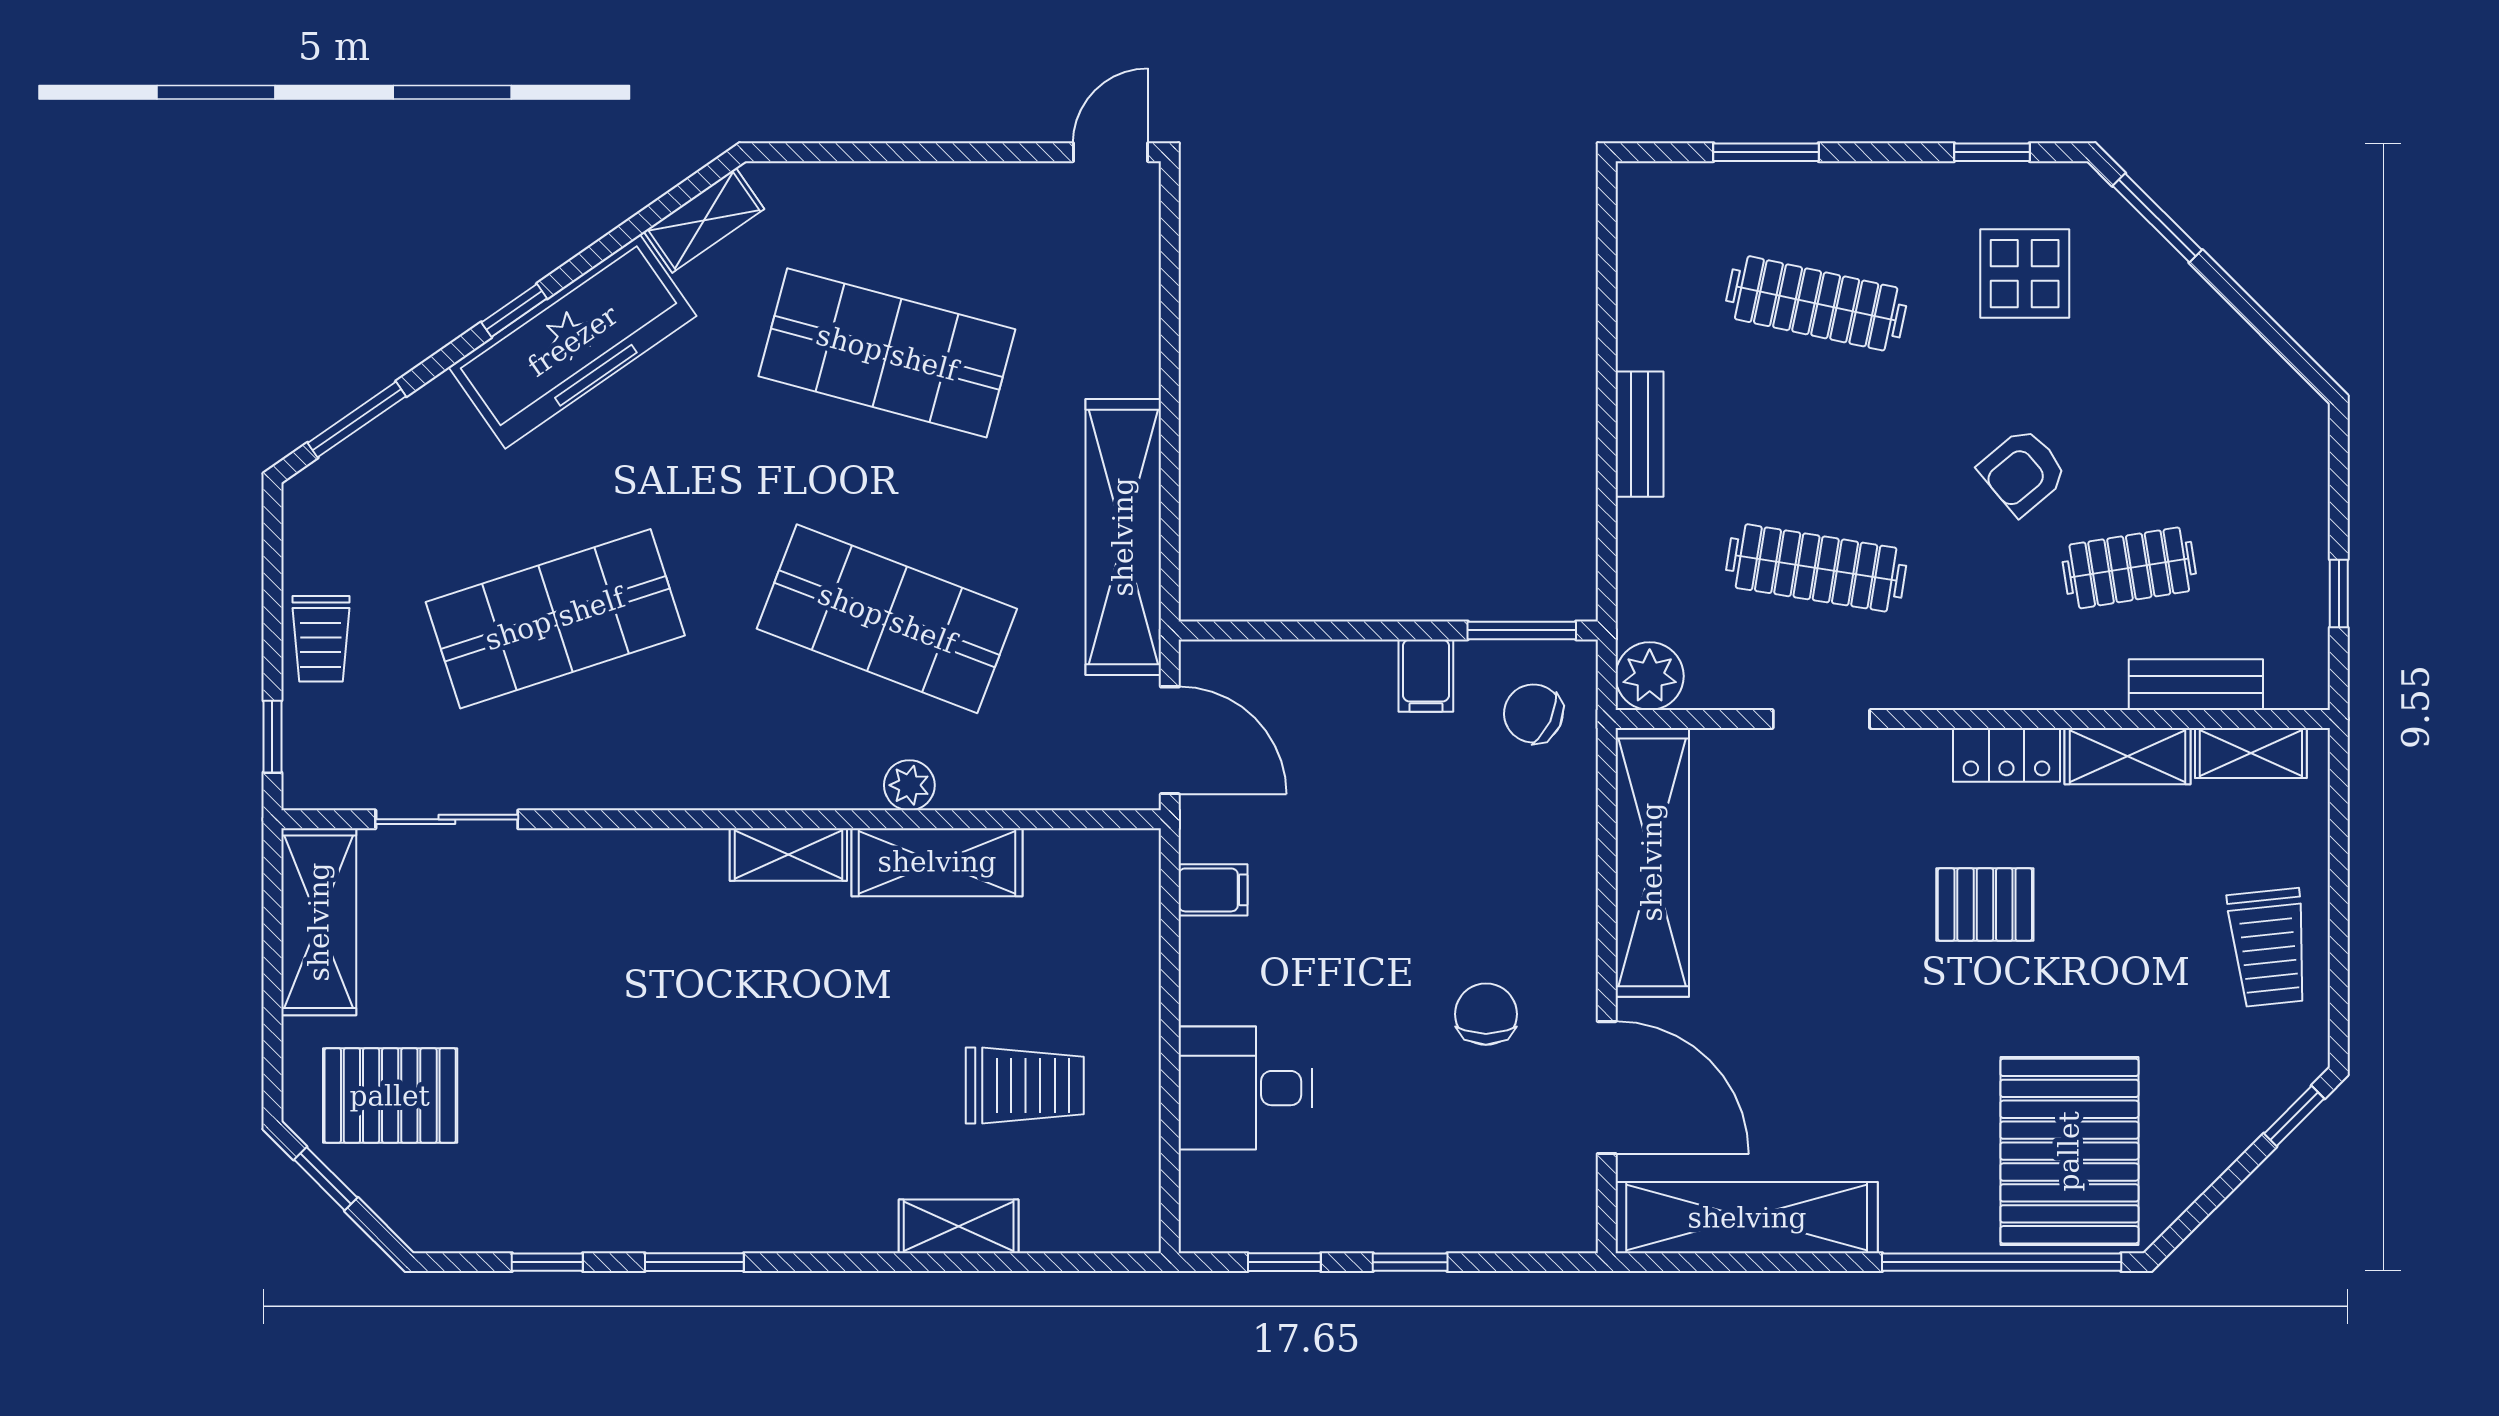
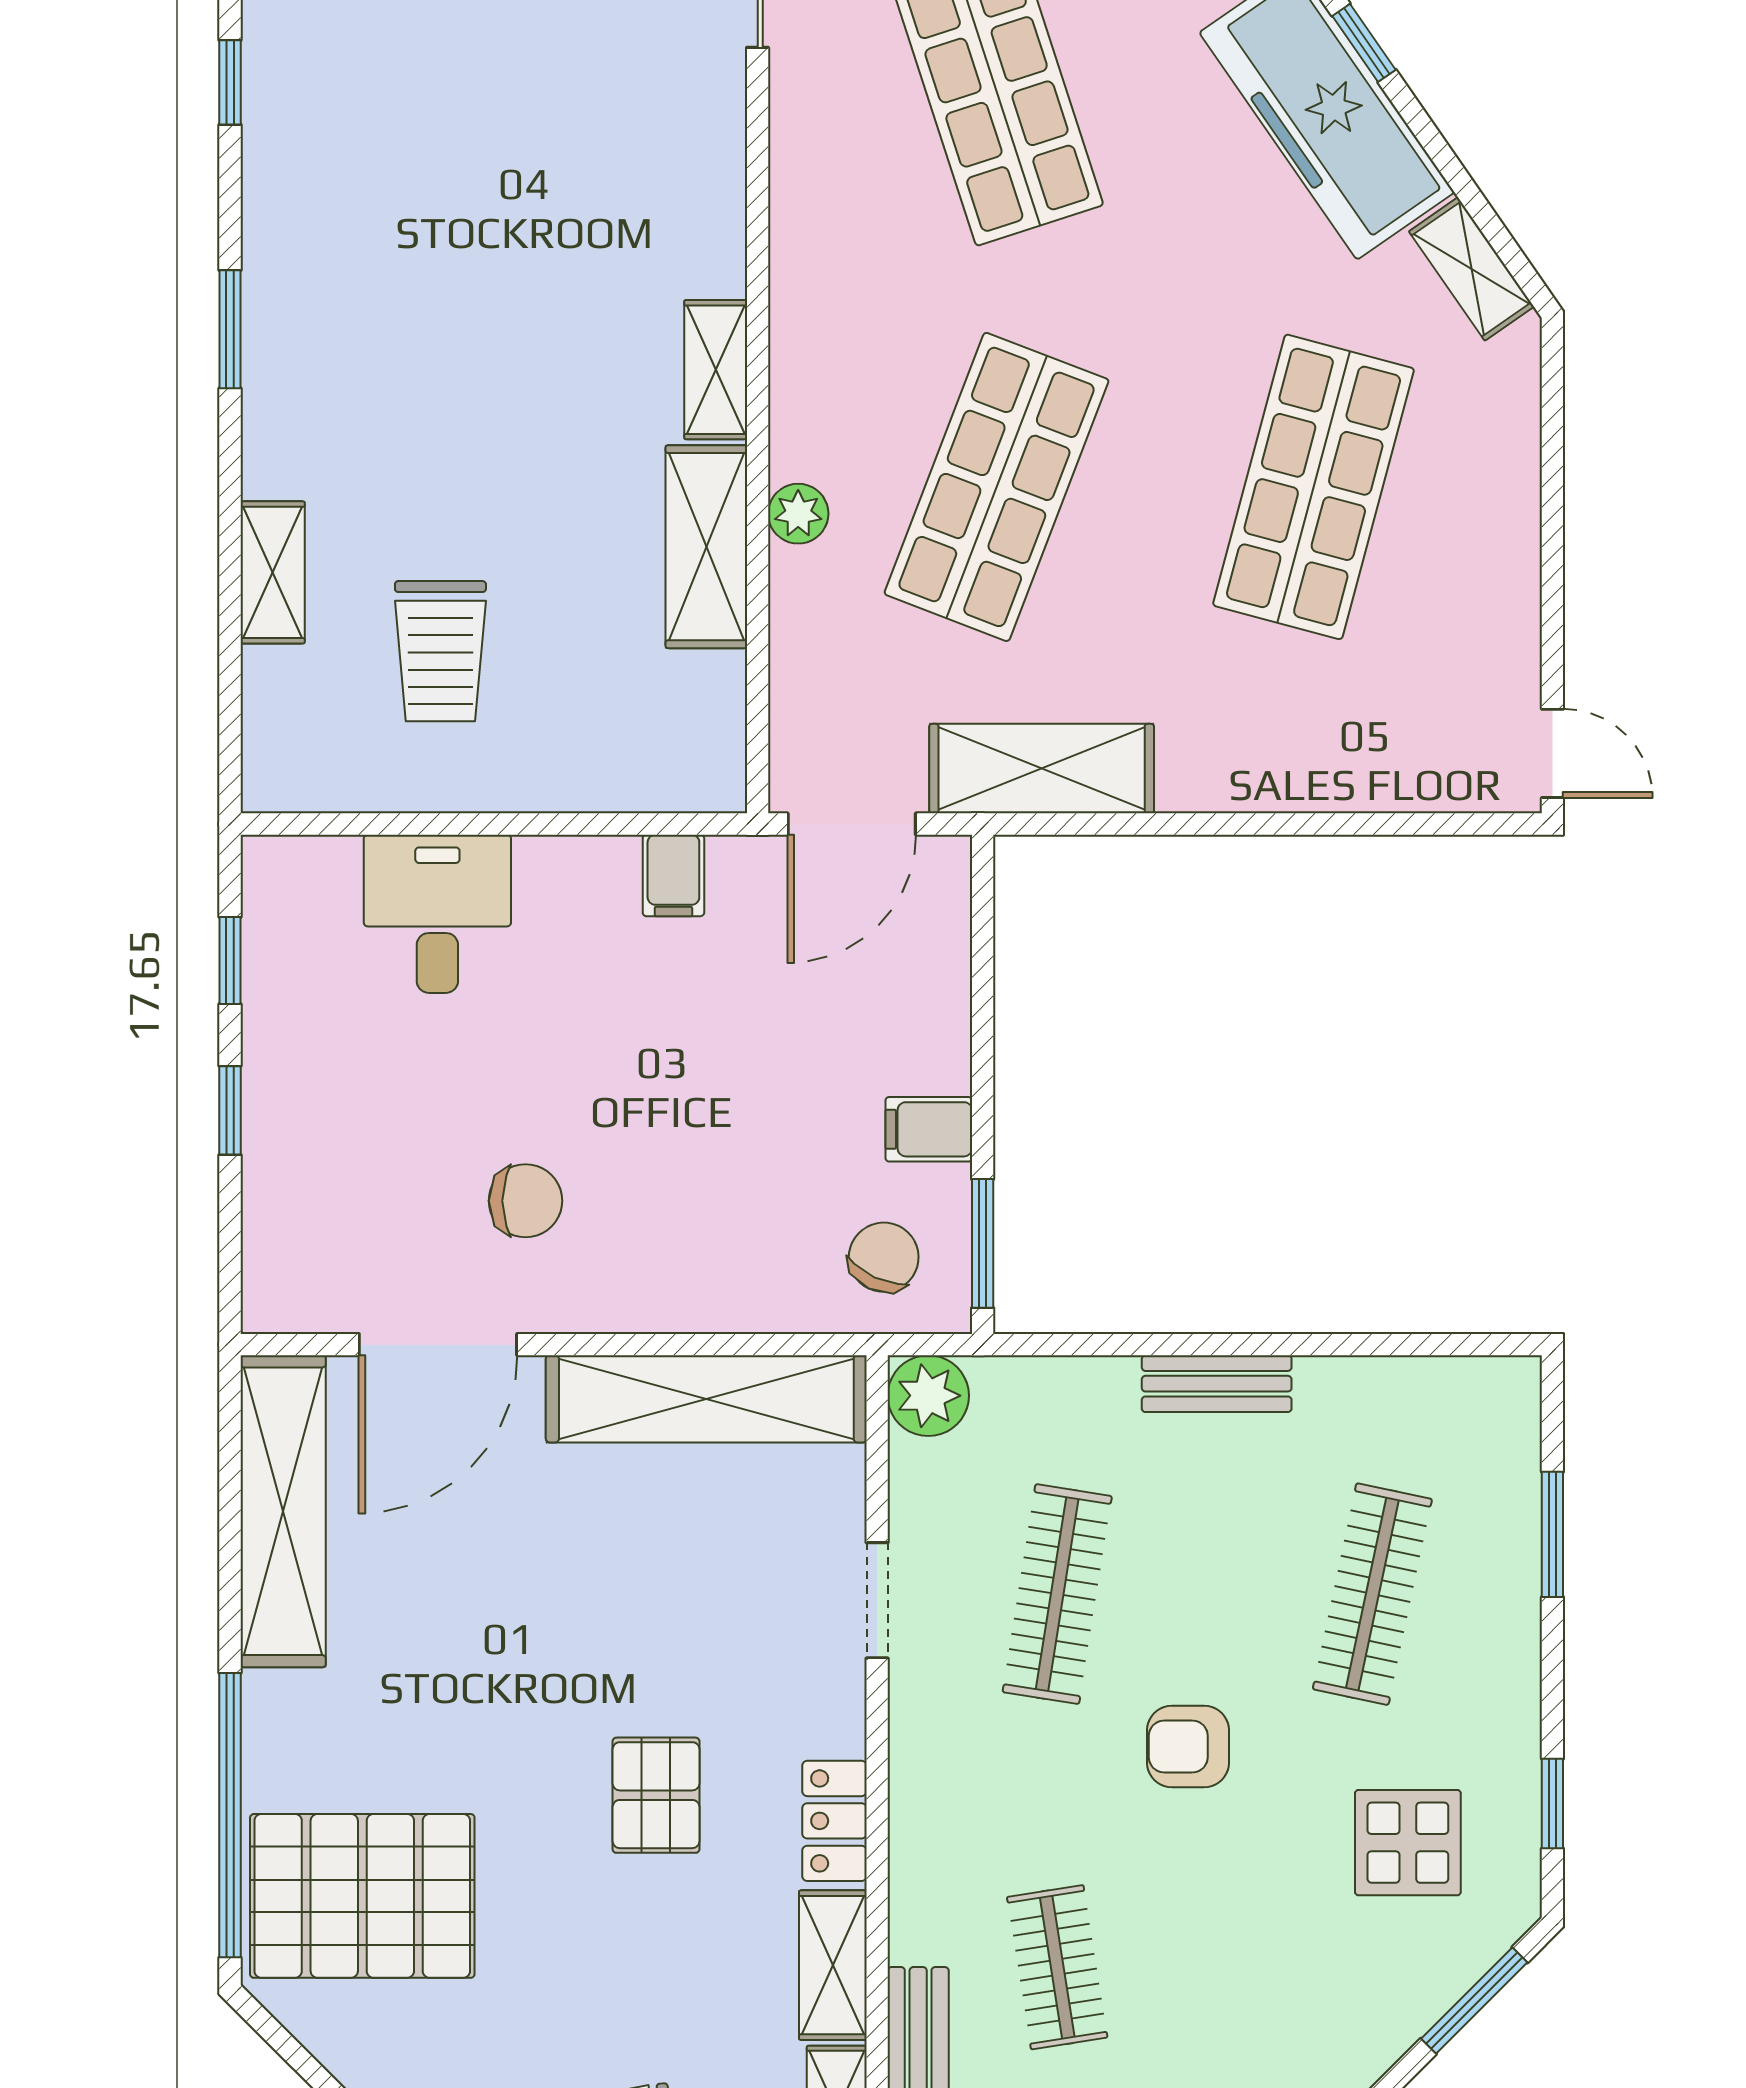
armchair: (2023, 472) -> (1188, 1747), moved, turned -50
shelving: (1123, 537) -> (1042, 769), width x0.68
window: (694, 1262) -> (230, 329), moved

